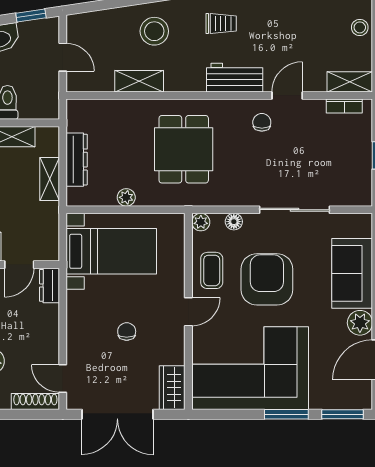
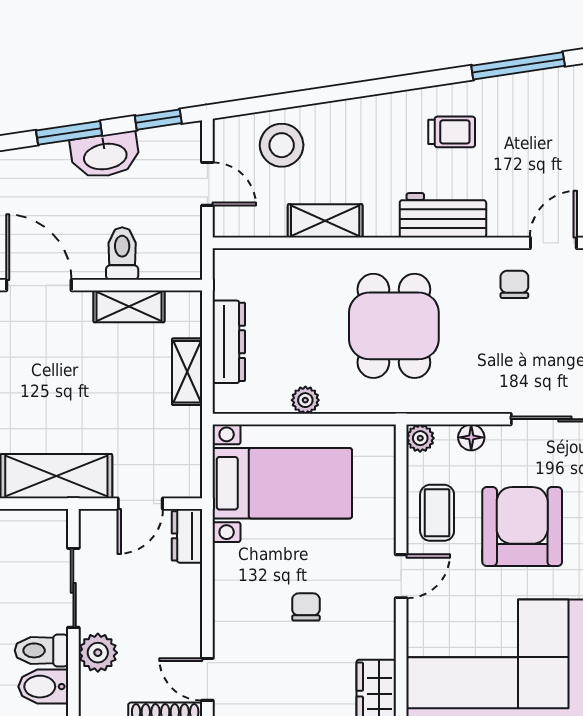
stool: (154, 31) -> (282, 145), moved
workbench: (235, 78) -> (443, 215), moved

